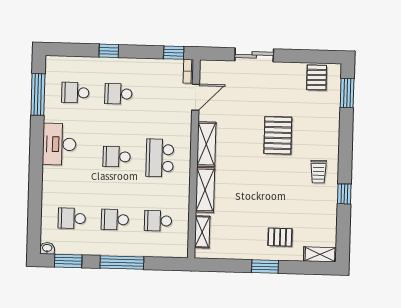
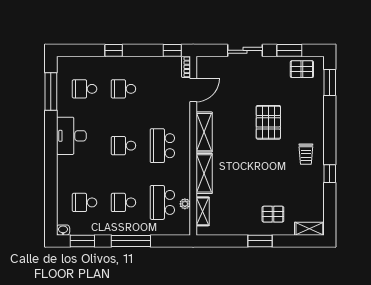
window: (303, 56) -> (289, 50), added
pallet: (317, 77) -> (302, 69), turned 90
school desk: (158, 221) -> (162, 202), width x1.85
plant: (183, 223) -> (185, 204), added

